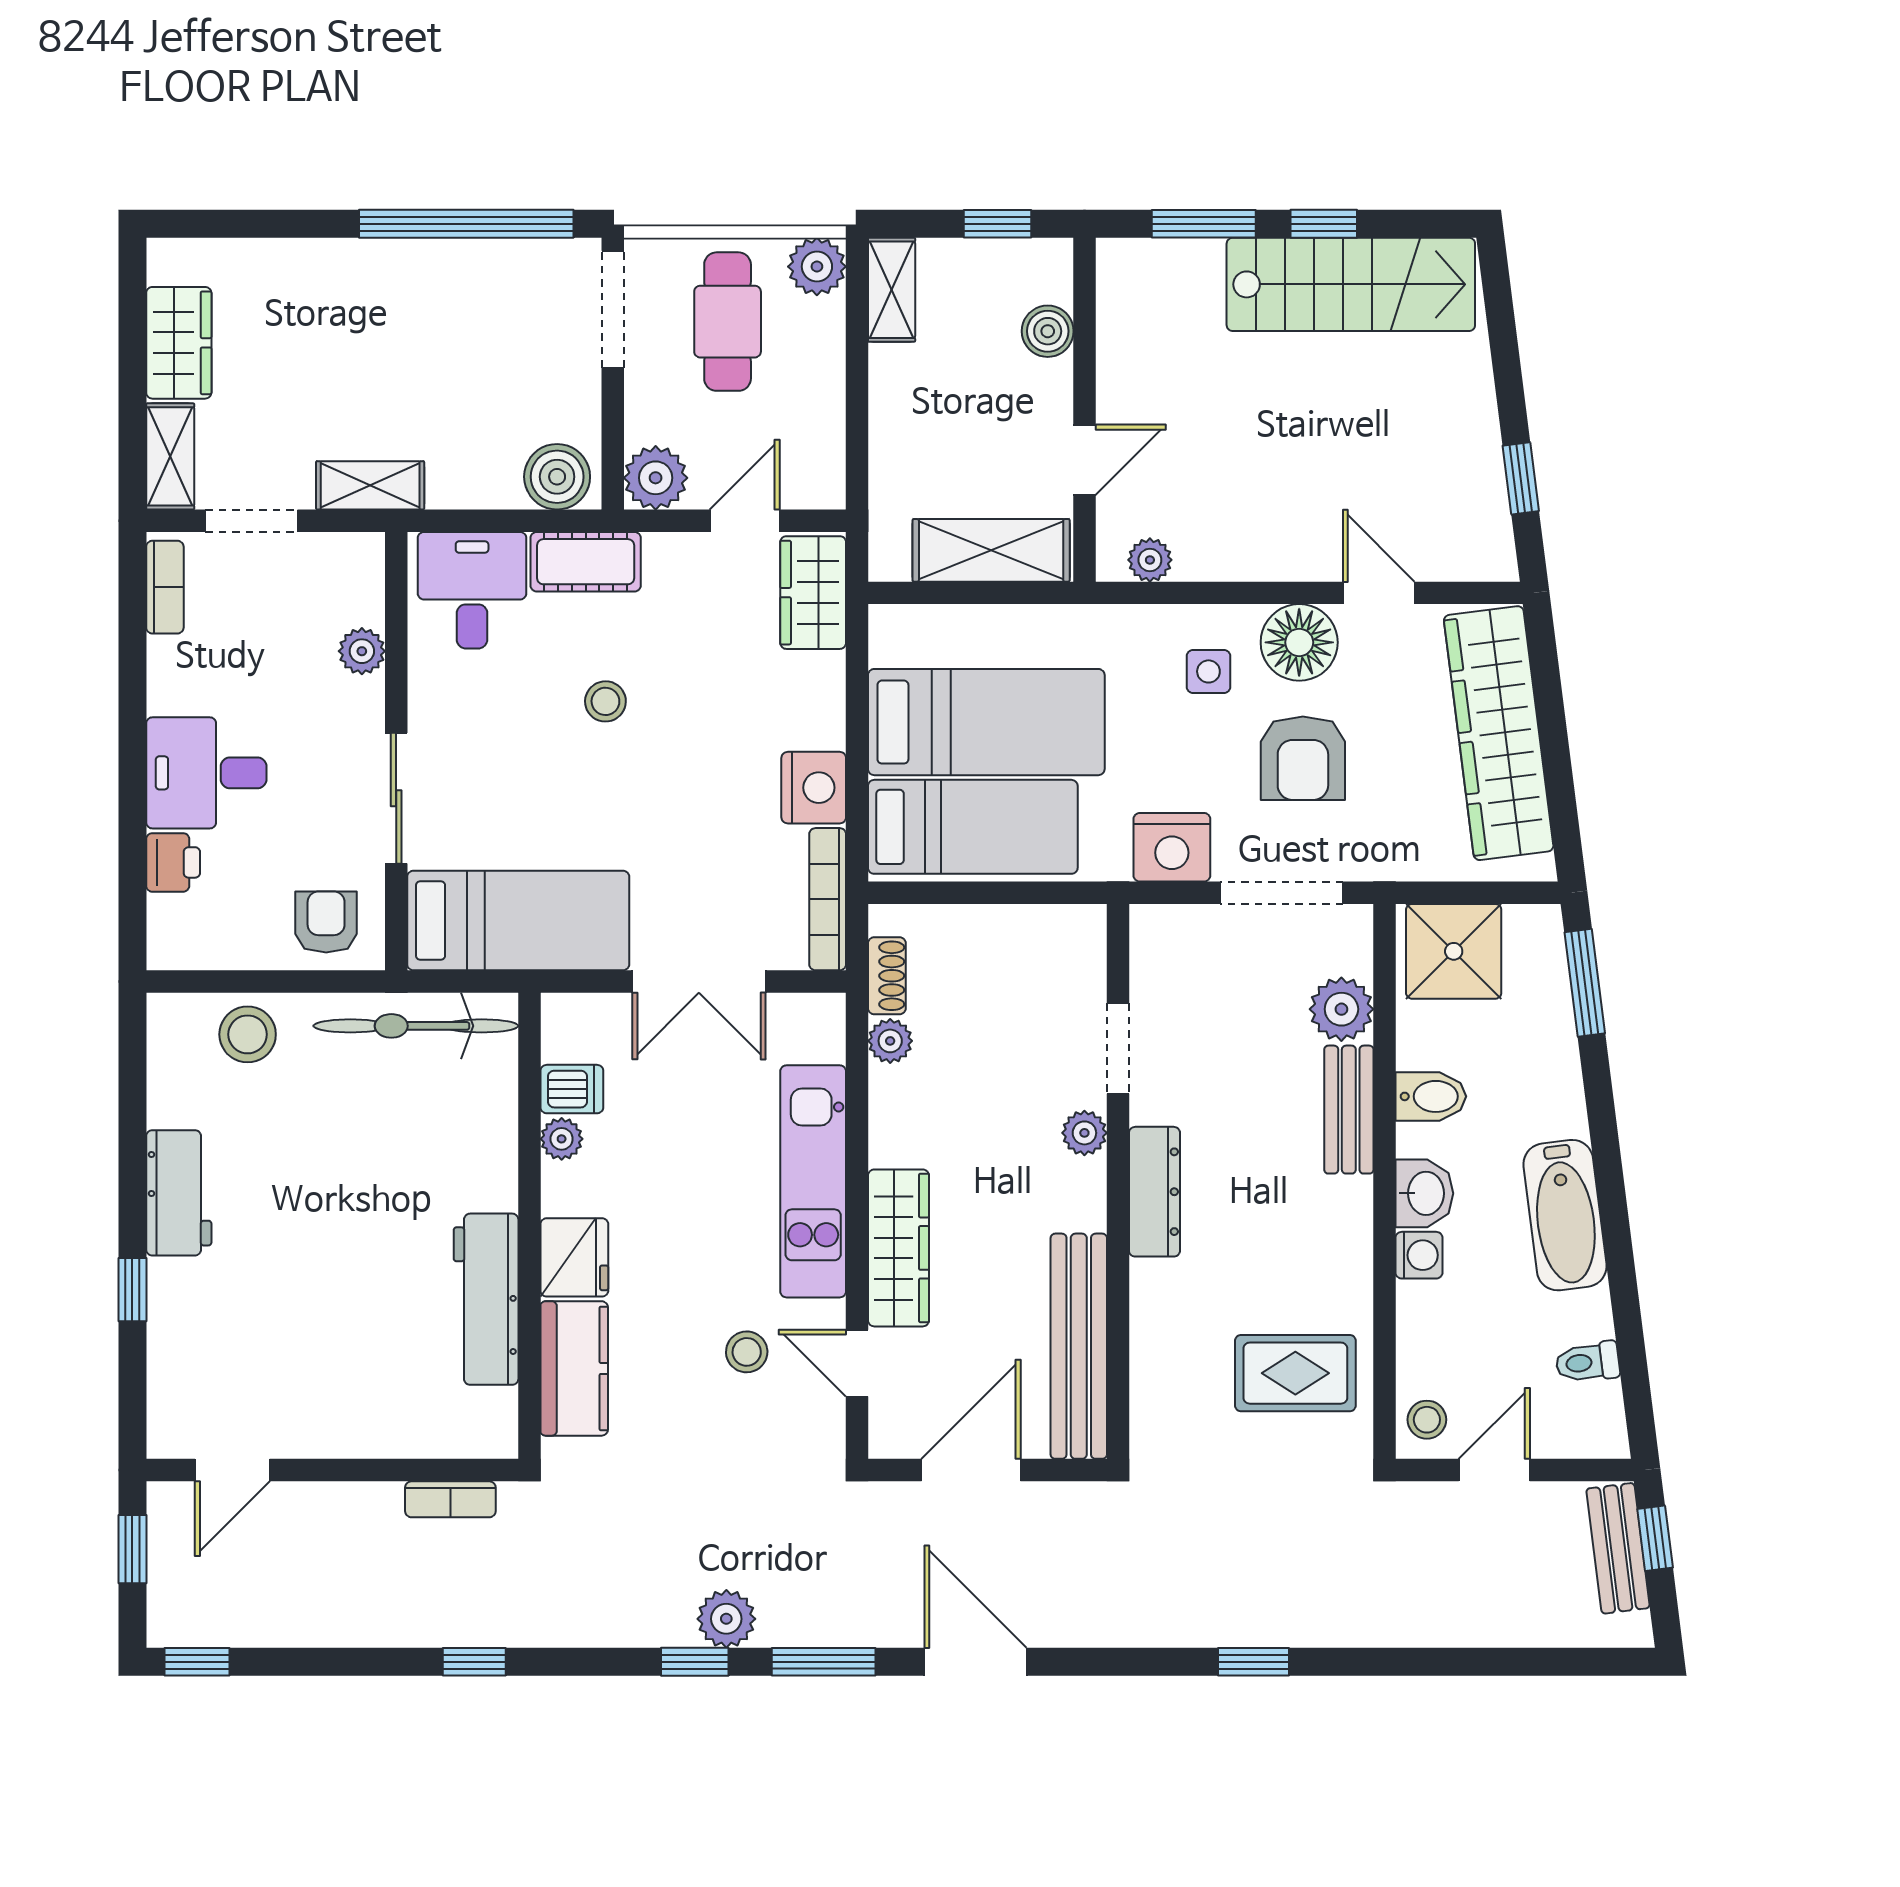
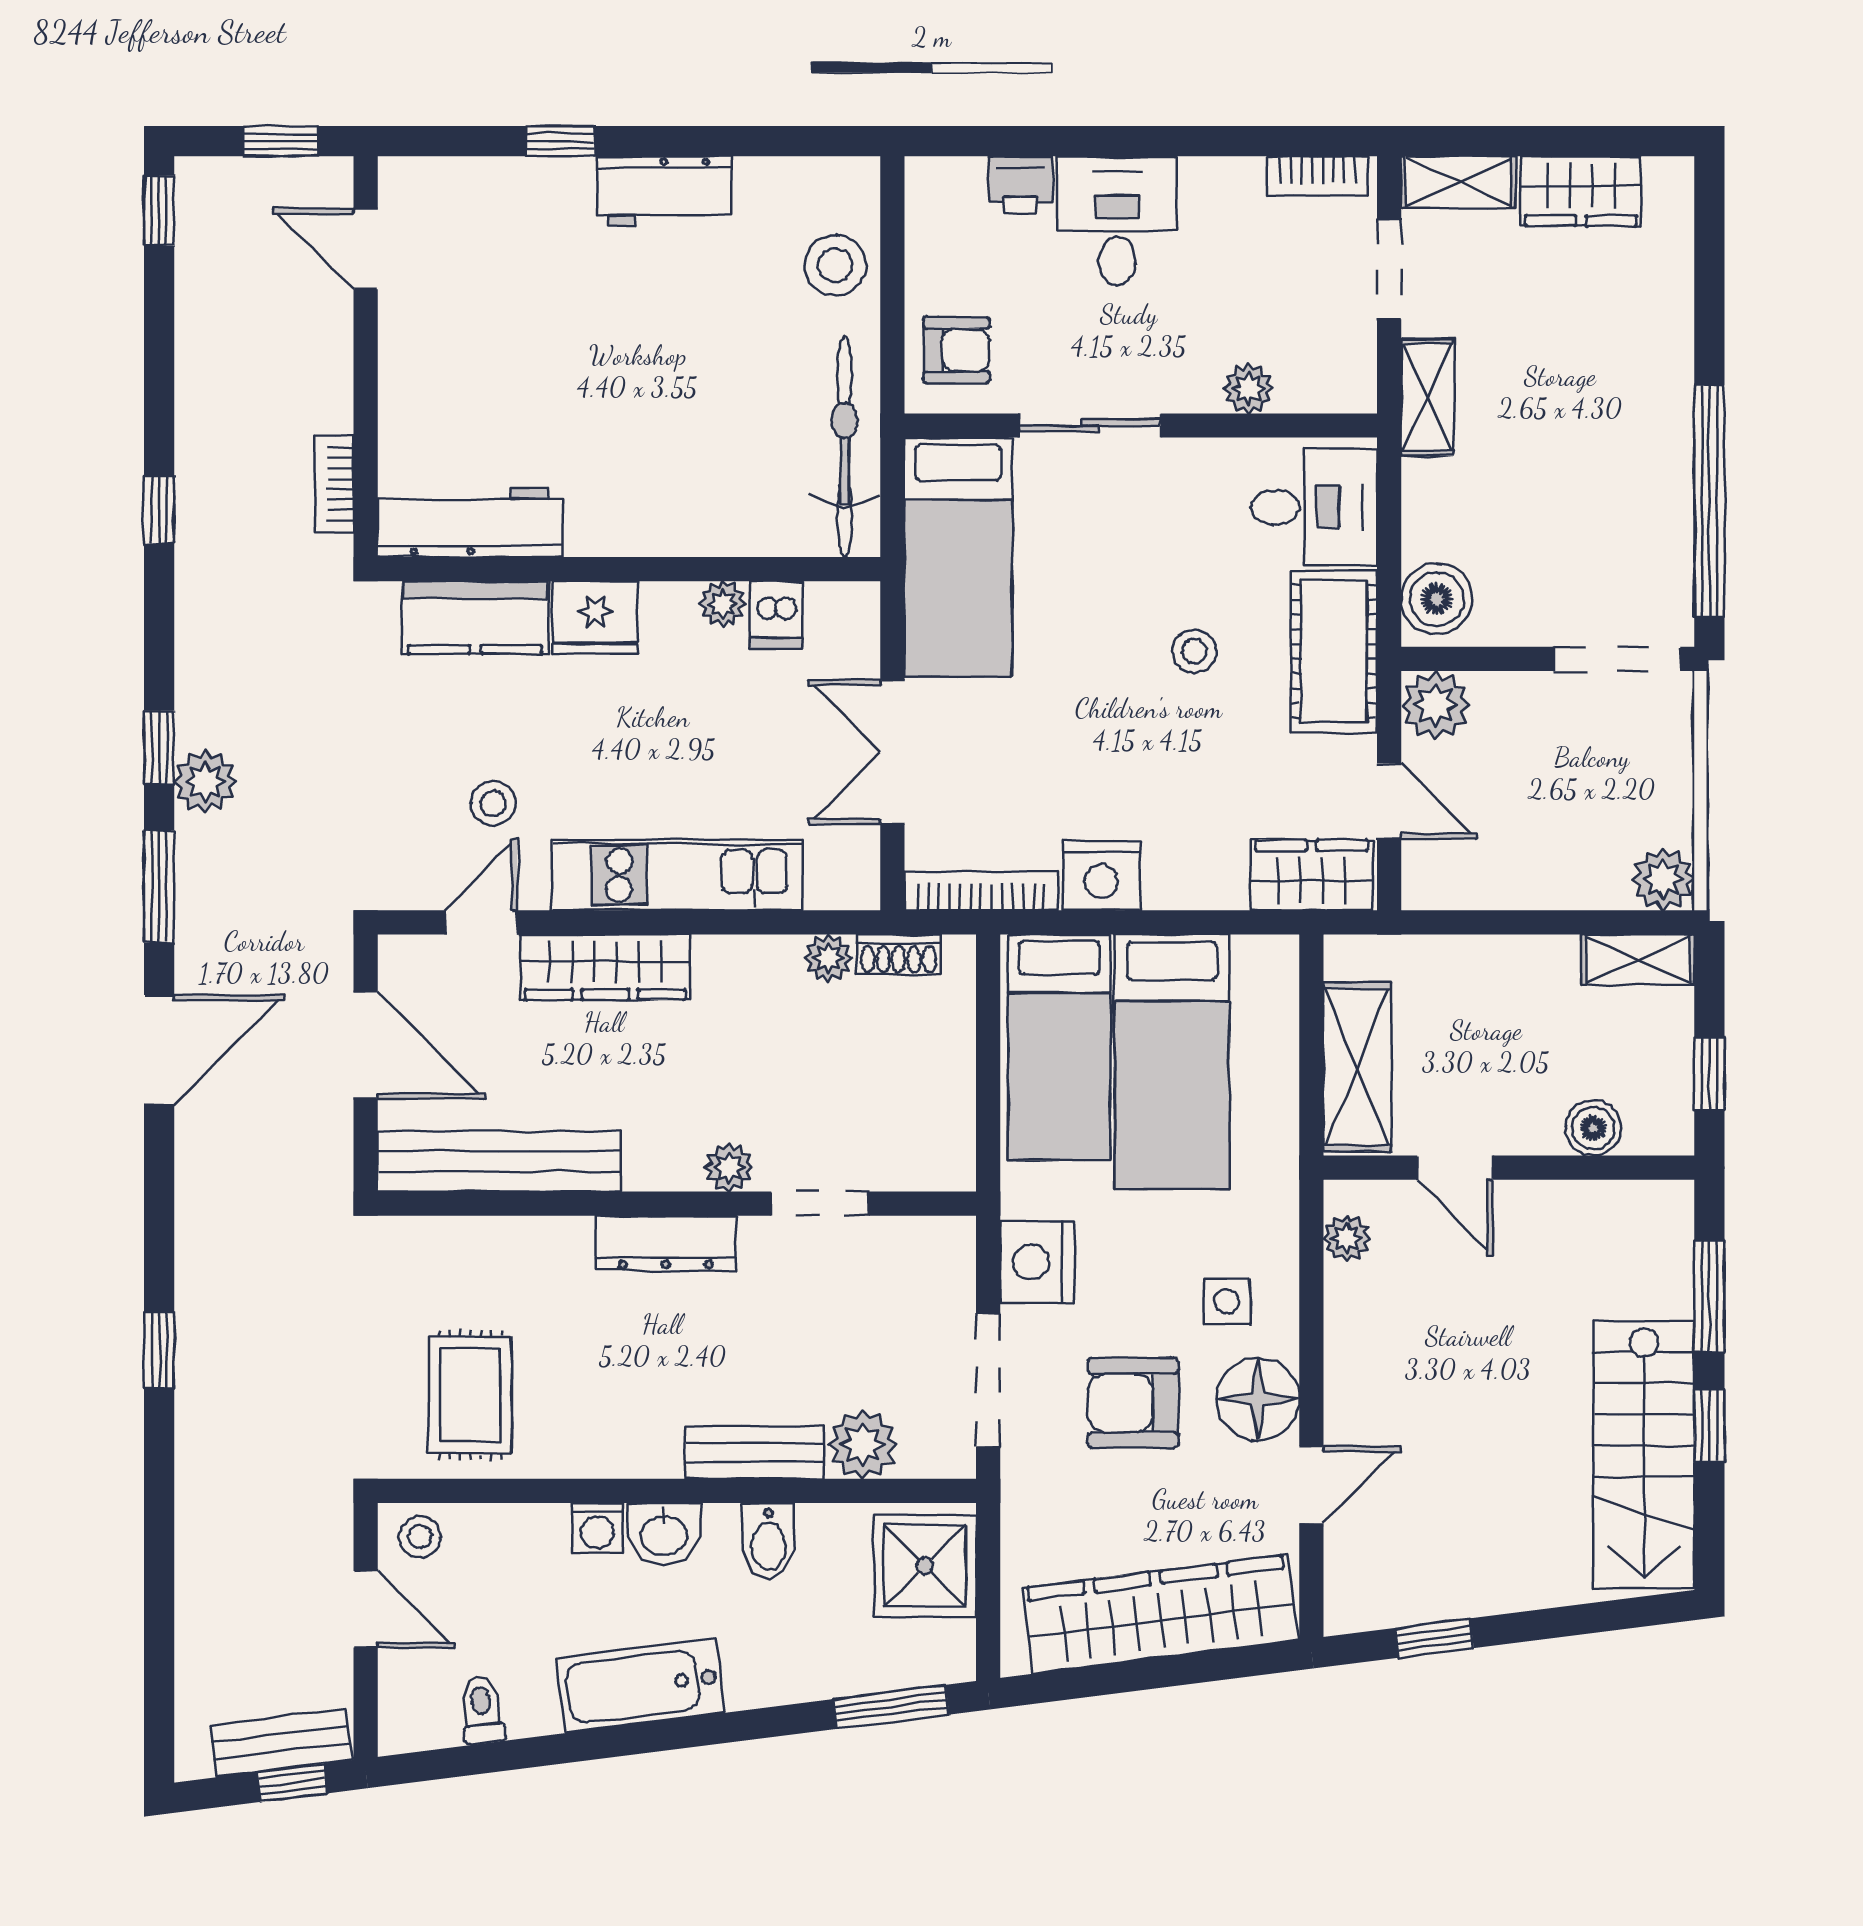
cafe table: (728, 322) -> (1604, 783), removed
cot: (586, 562) -> (1334, 652), width x1.37, depth x1.34
workbench: (486, 1299) -> (470, 522), moved

